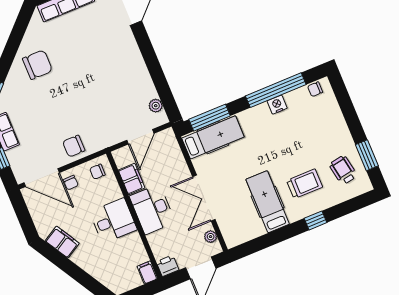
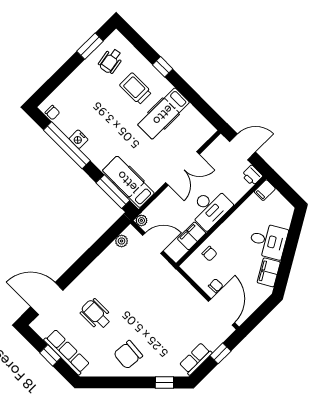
wheelchair: (92, 49) -> (96, 314), added
chair: (37, 65) -> (128, 355), turned -85
chair: (74, 146) -> (184, 296), removed
chair: (97, 172) -> (209, 254), moved
desk: (113, 221) -> (268, 241), moved, turned 150
plant: (211, 237) -> (141, 220), moved

